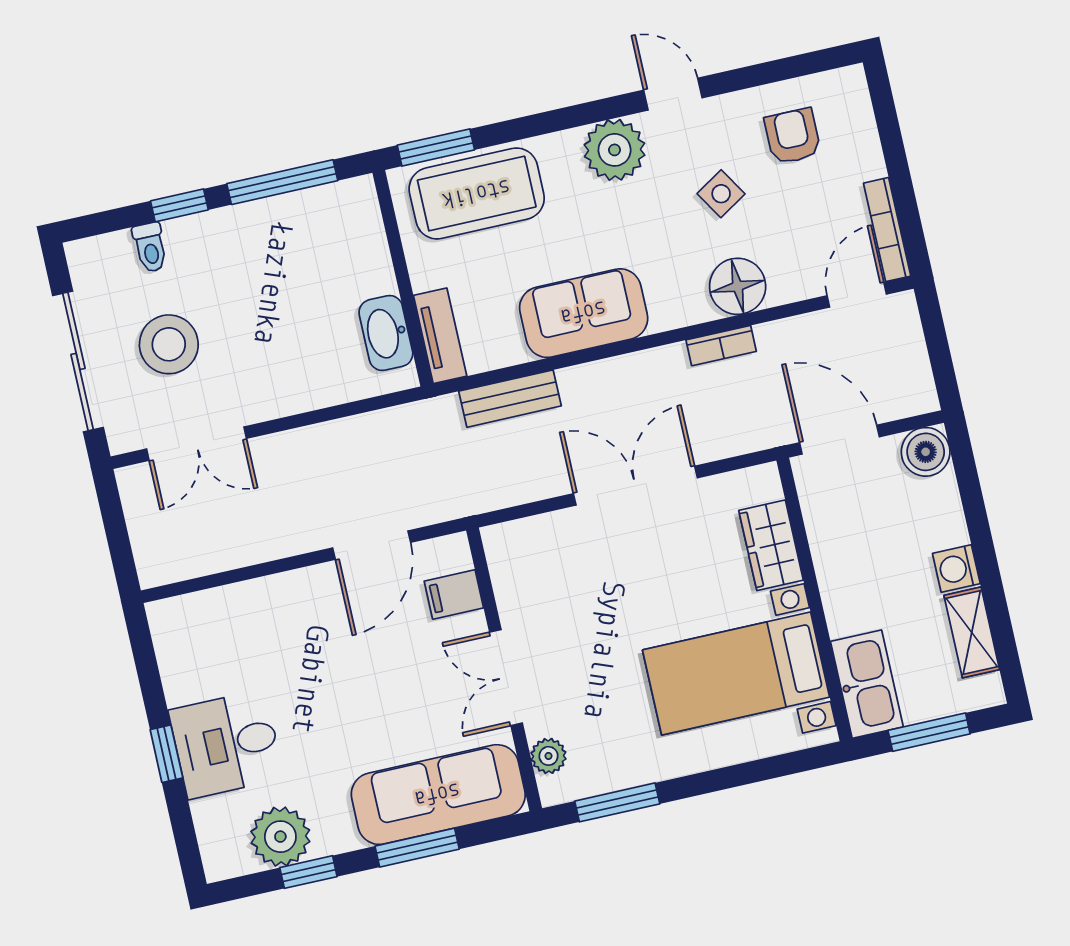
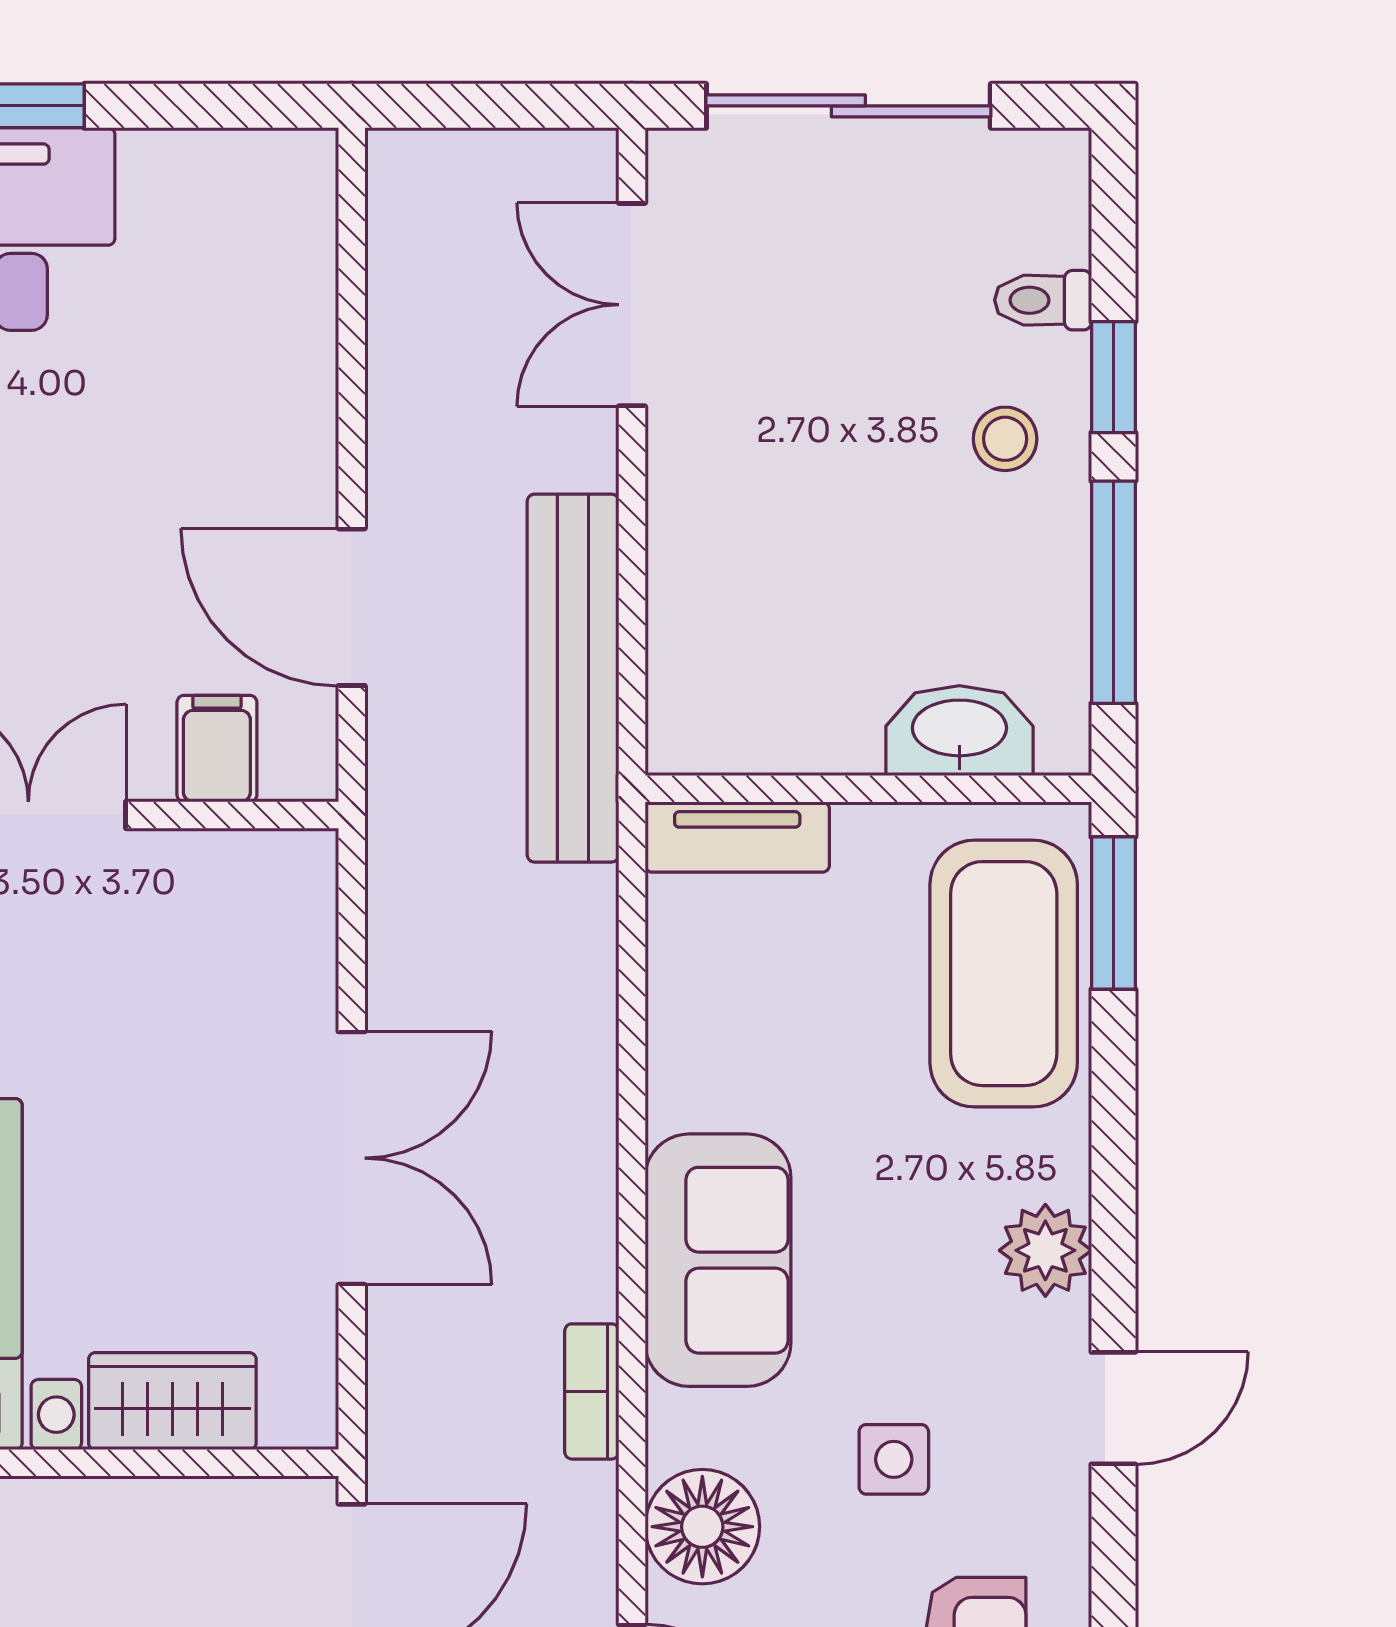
plant: (615, 150) -> (1045, 1250), width x0.73, depth x0.73
side table: (721, 194) -> (894, 1459), turned 32
floor lamp: (738, 286) -> (702, 1527), moved
sofa: (584, 313) -> (718, 1260), moved
washbasin: (386, 333) -> (959, 731), moved
stool: (169, 344) -> (1005, 439), moved, width x0.53, depth x0.53
bench: (510, 399) -> (573, 678), moved, width x1.86, depth x1.21

